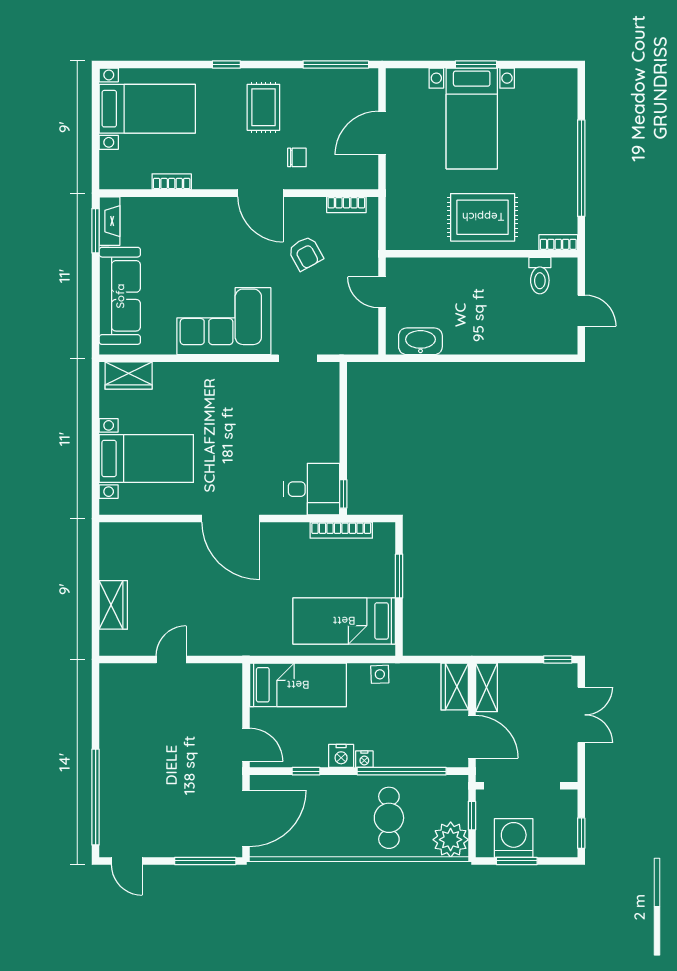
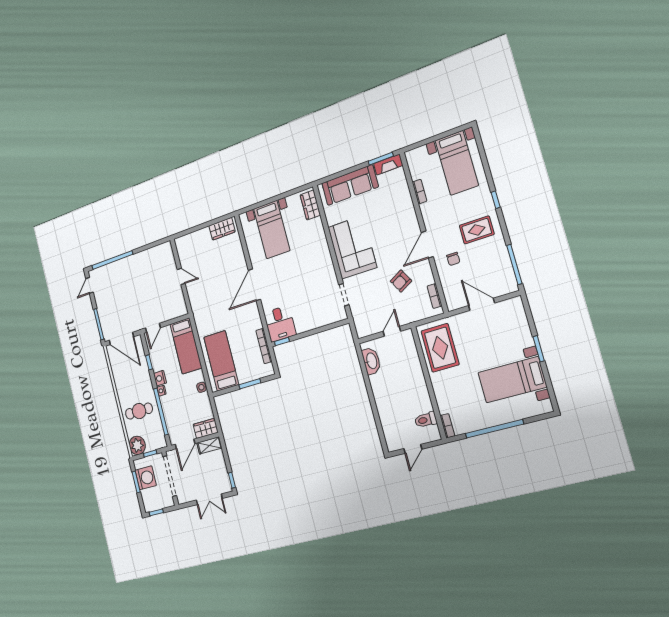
bed with nightstands: (472, 118) -> (512, 380), moved
rug: (483, 217) -> (440, 348), moved
wardrobe: (113, 605) -> (222, 229), moved

